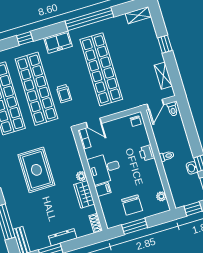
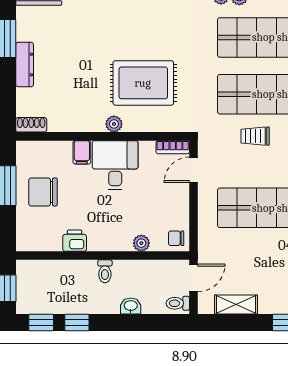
door: (155, 104) -> (194, 278), swing flipped
printer: (147, 153) -> (75, 241), moved
washbasin: (192, 168) -> (131, 306), moved
rug: (36, 170) -> (143, 83), moved
wardrobe: (84, 194) -> (83, 120), removed
plant: (161, 196) -> (141, 243), moved

